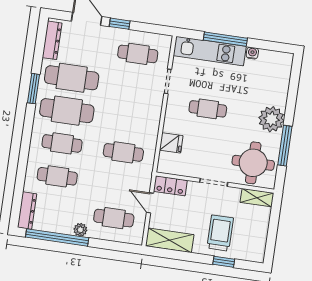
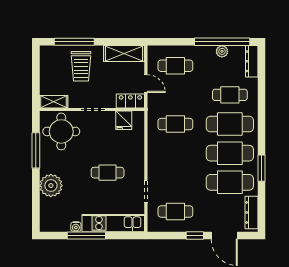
window: (225, 39) -> (86, 235), moved
plant: (271, 119) -> (51, 186), moved
cafe table: (62, 143) -> (230, 124), width x1.37, depth x1.35
fridge: (171, 143) -> (124, 120), moved, turned -90
plant: (80, 230) -> (222, 51), moved
window: (224, 262) -> (74, 42), width x2.17

